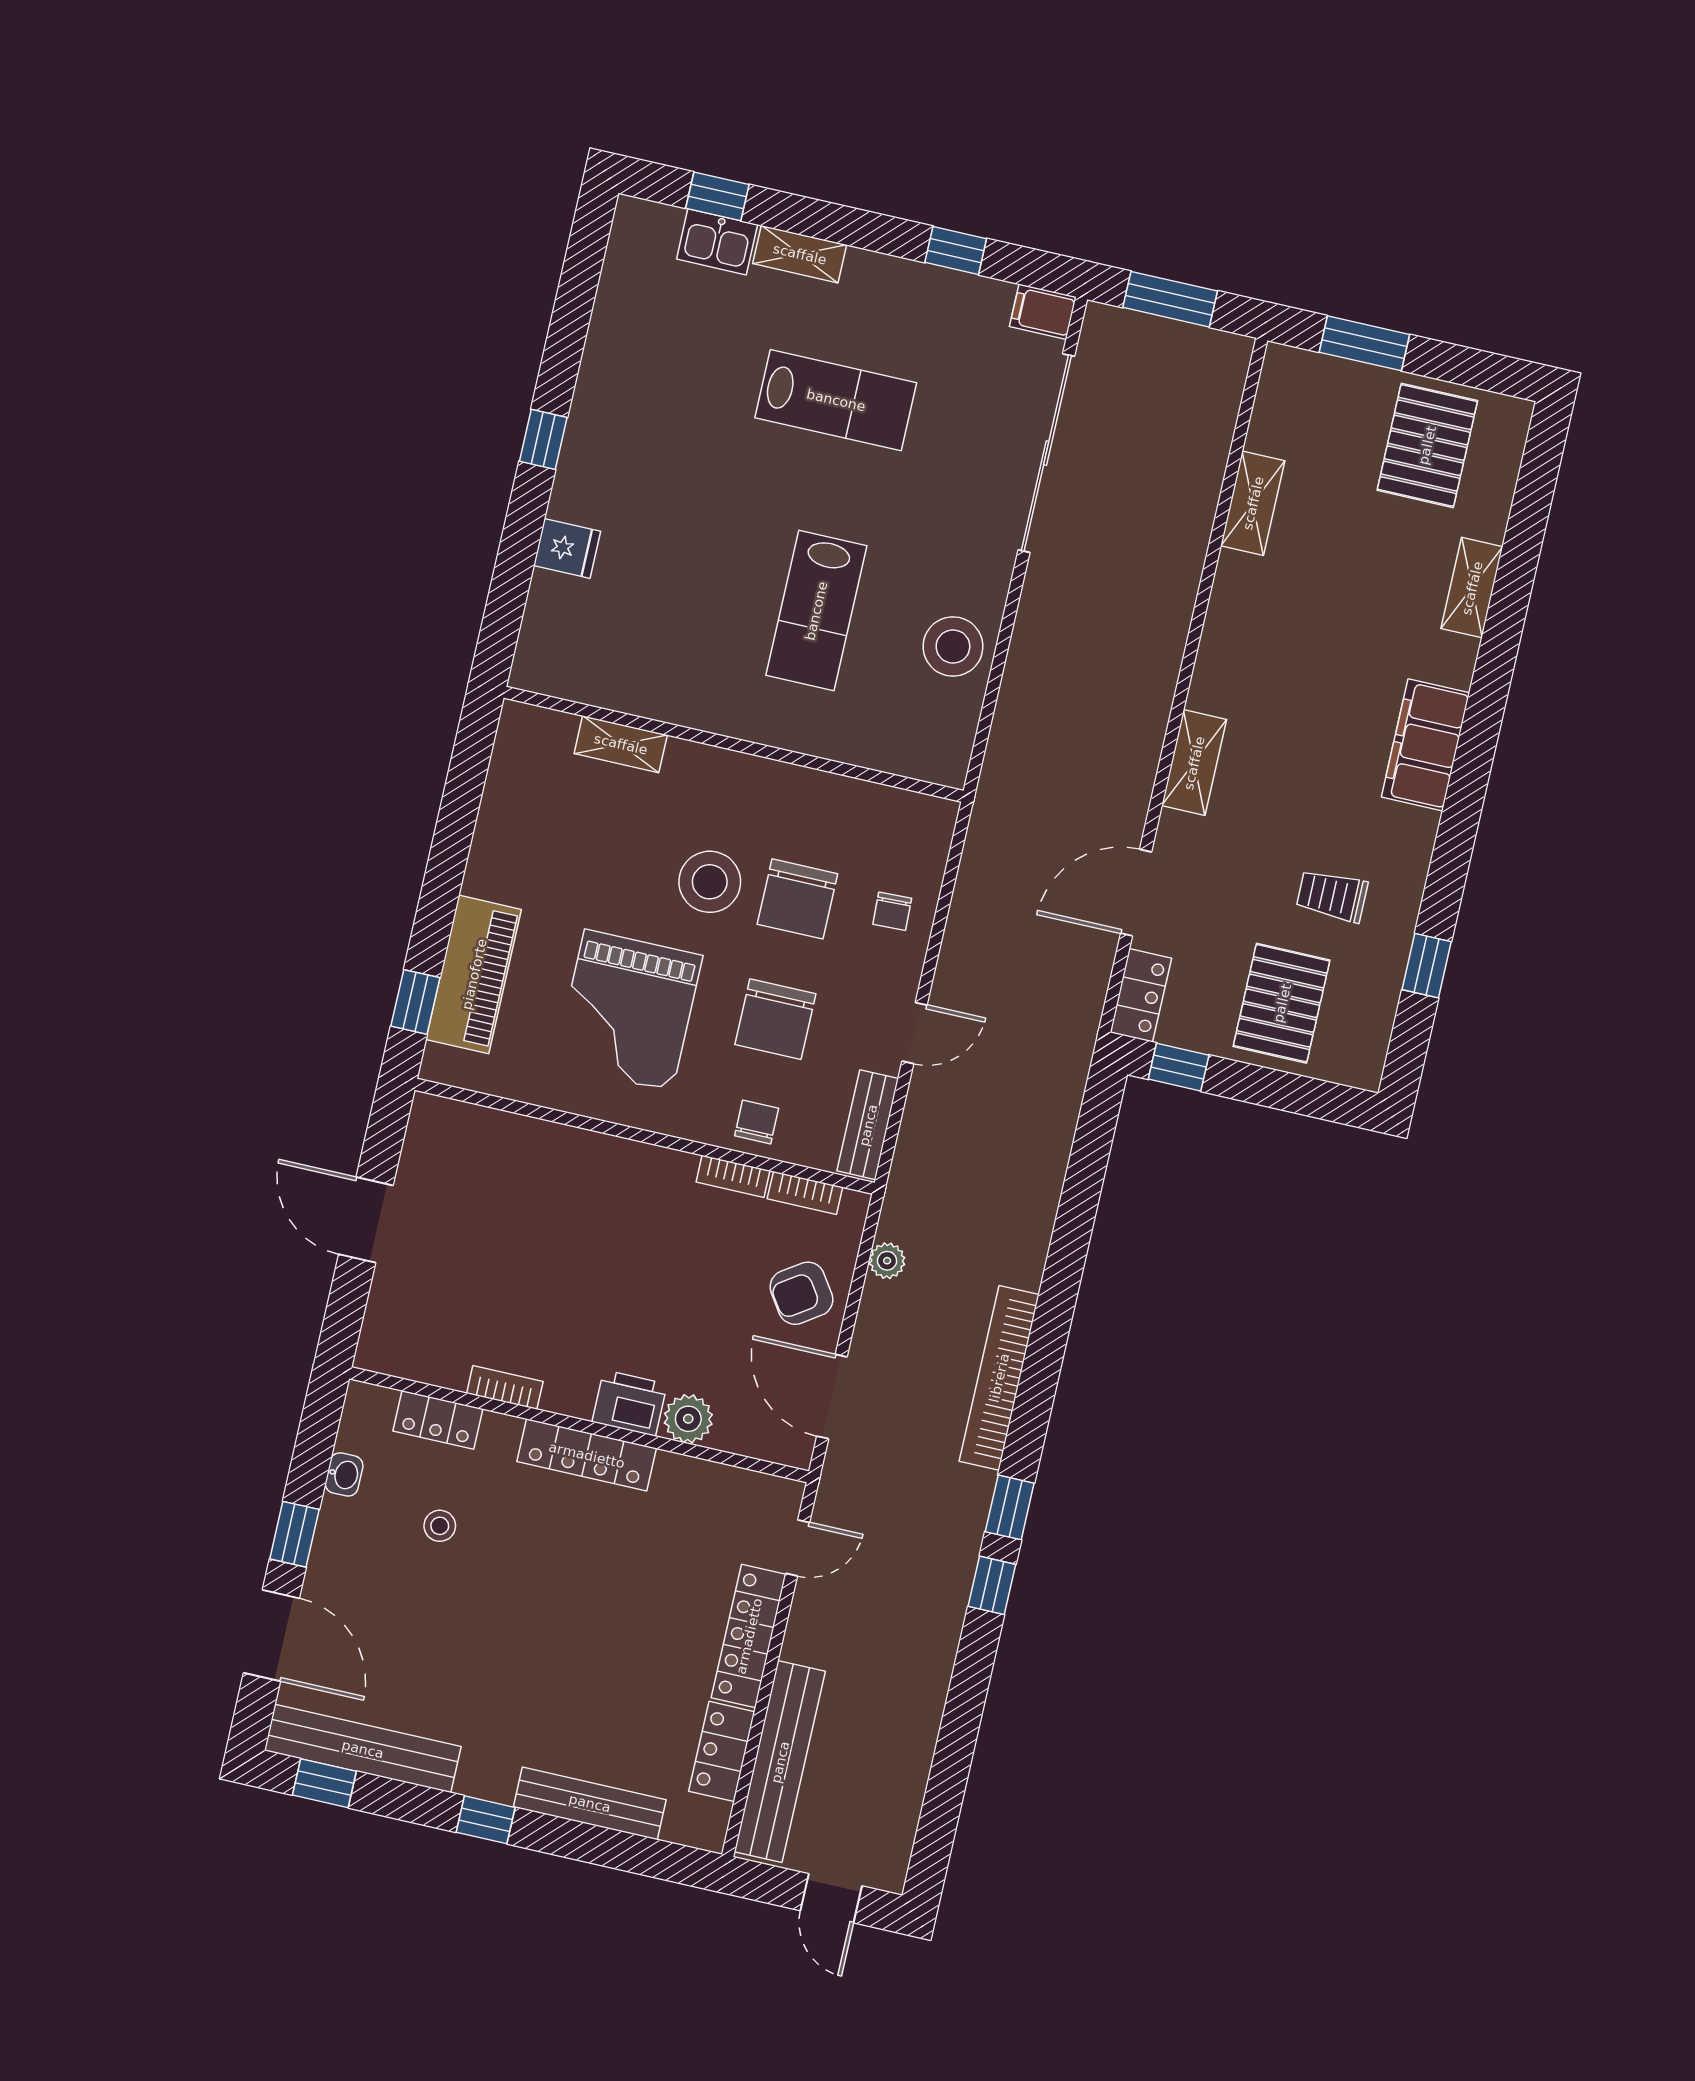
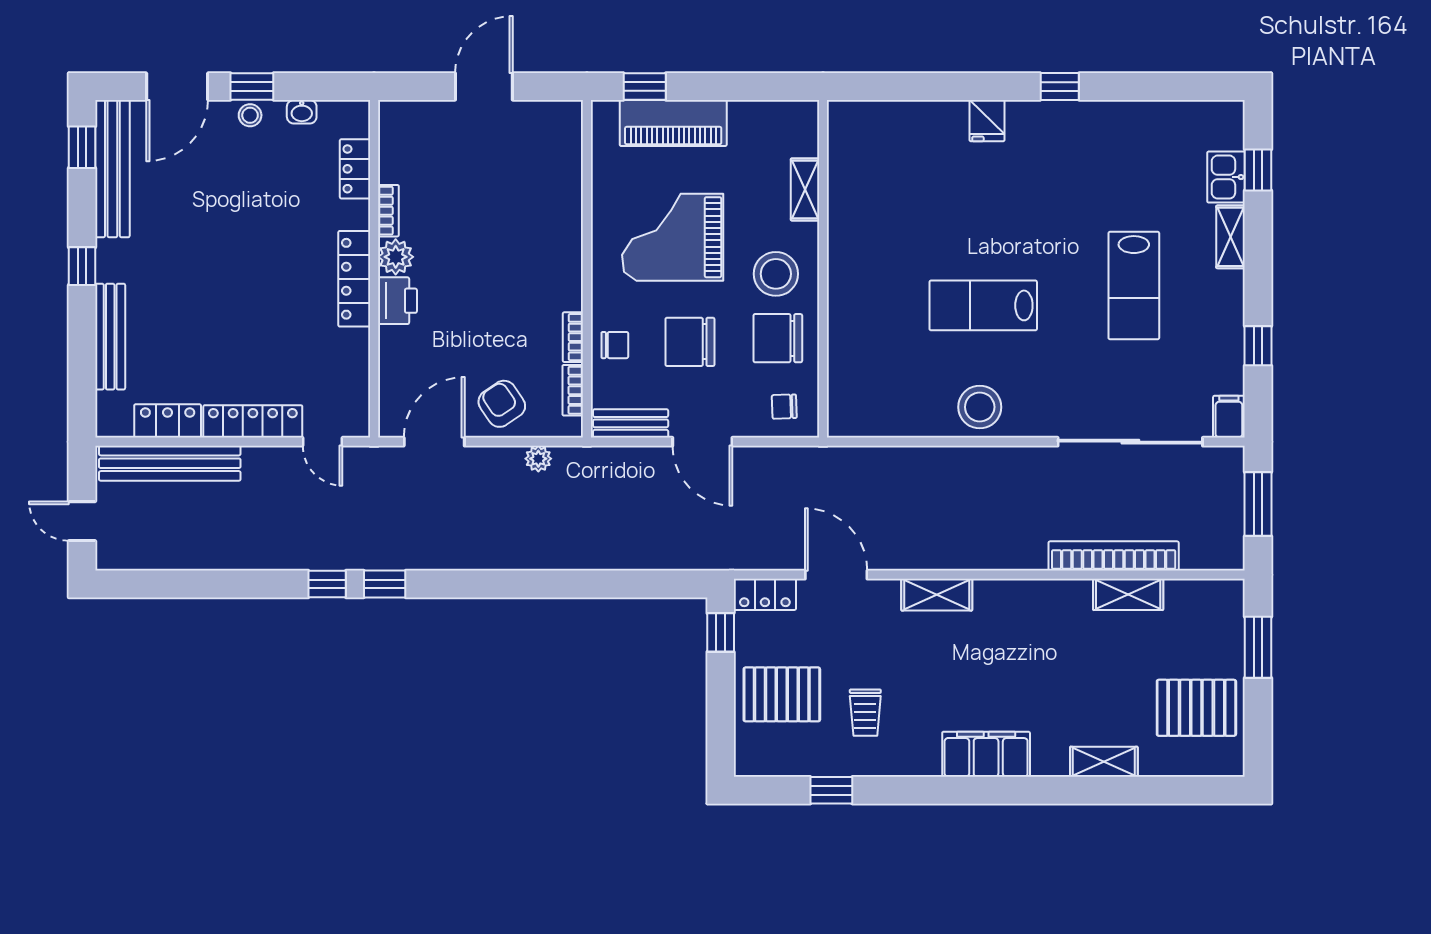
shelving: (621, 744) -> (805, 189), moved
wall: (734, 744) -> (823, 269), moved
trolley: (1332, 896) -> (865, 713), turned 180
door: (915, 1033) -> (702, 442), width x1.38
bookcase: (999, 1378) -> (1114, 556), moved
plant: (688, 1419) -> (396, 257), moved
stool: (440, 1526) -> (250, 115), moved
door: (831, 1898) -> (82, 521), hinge flipped

